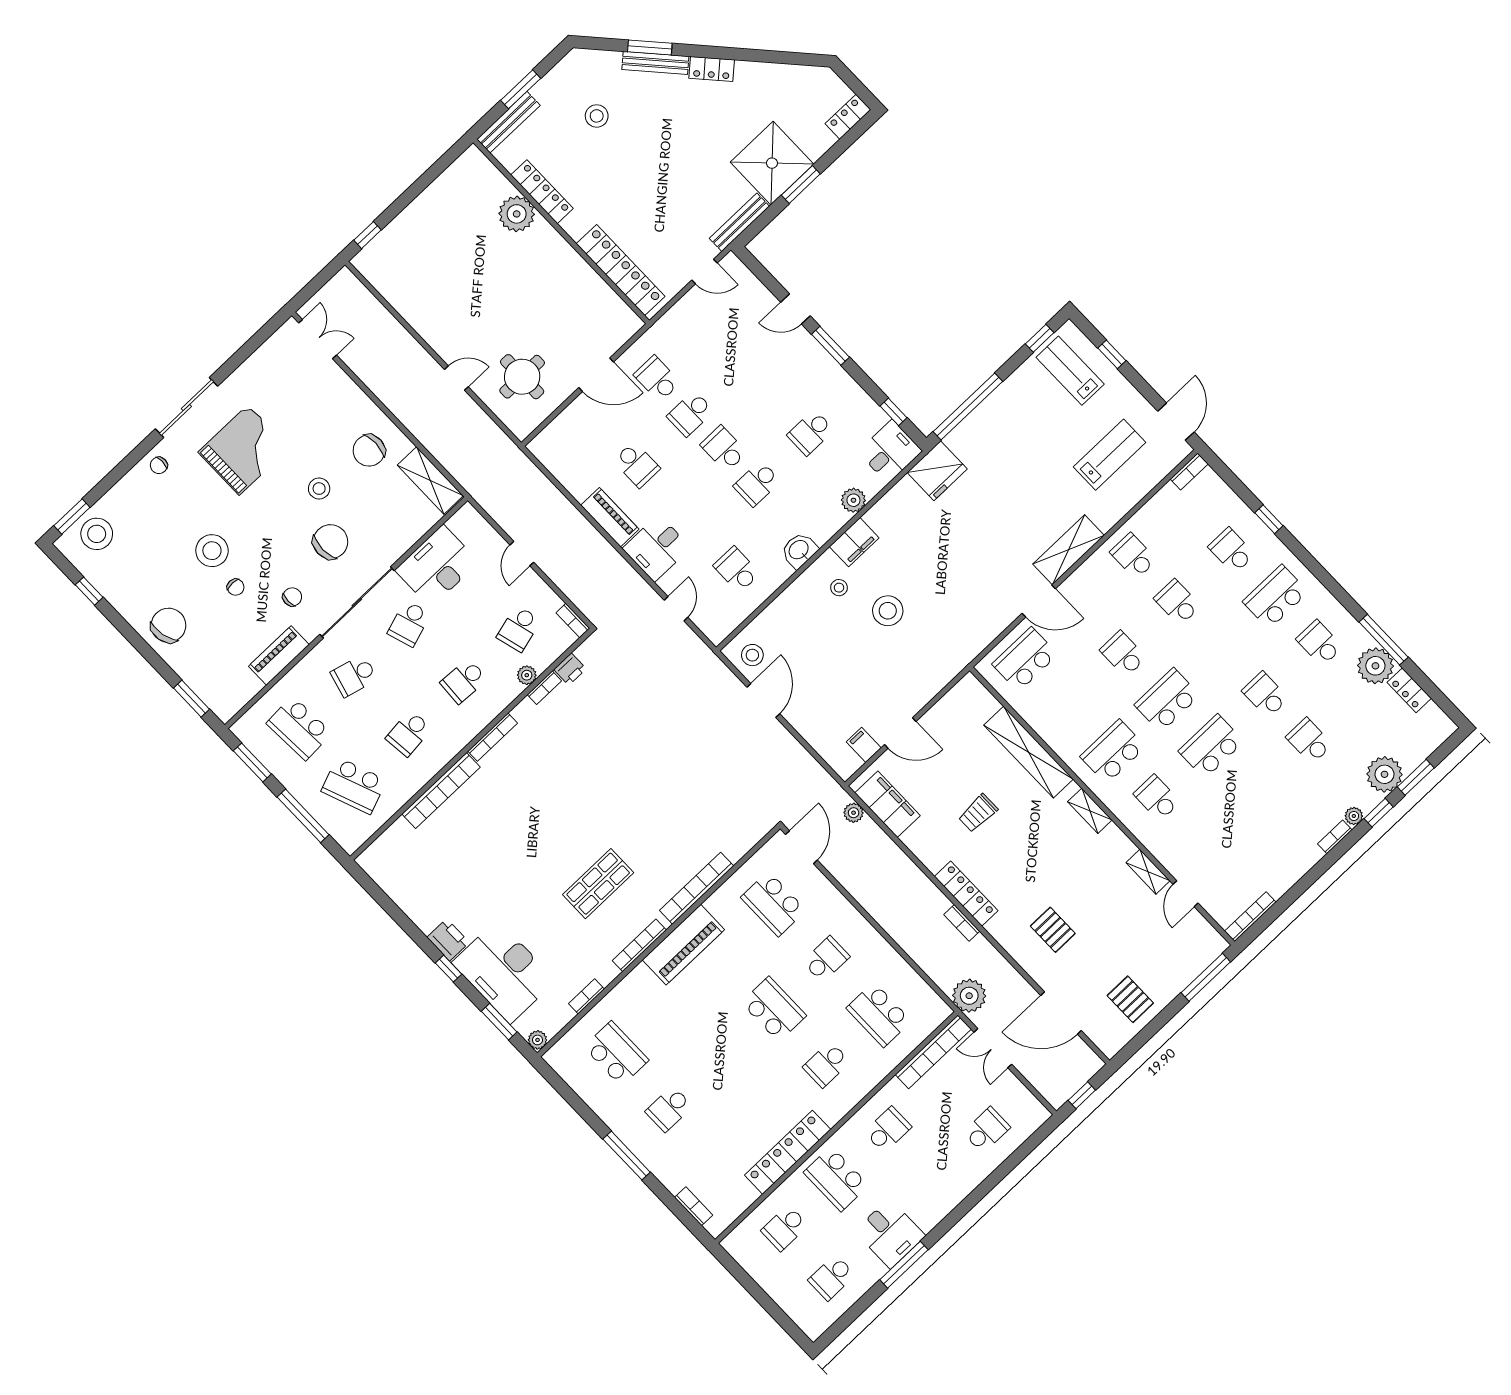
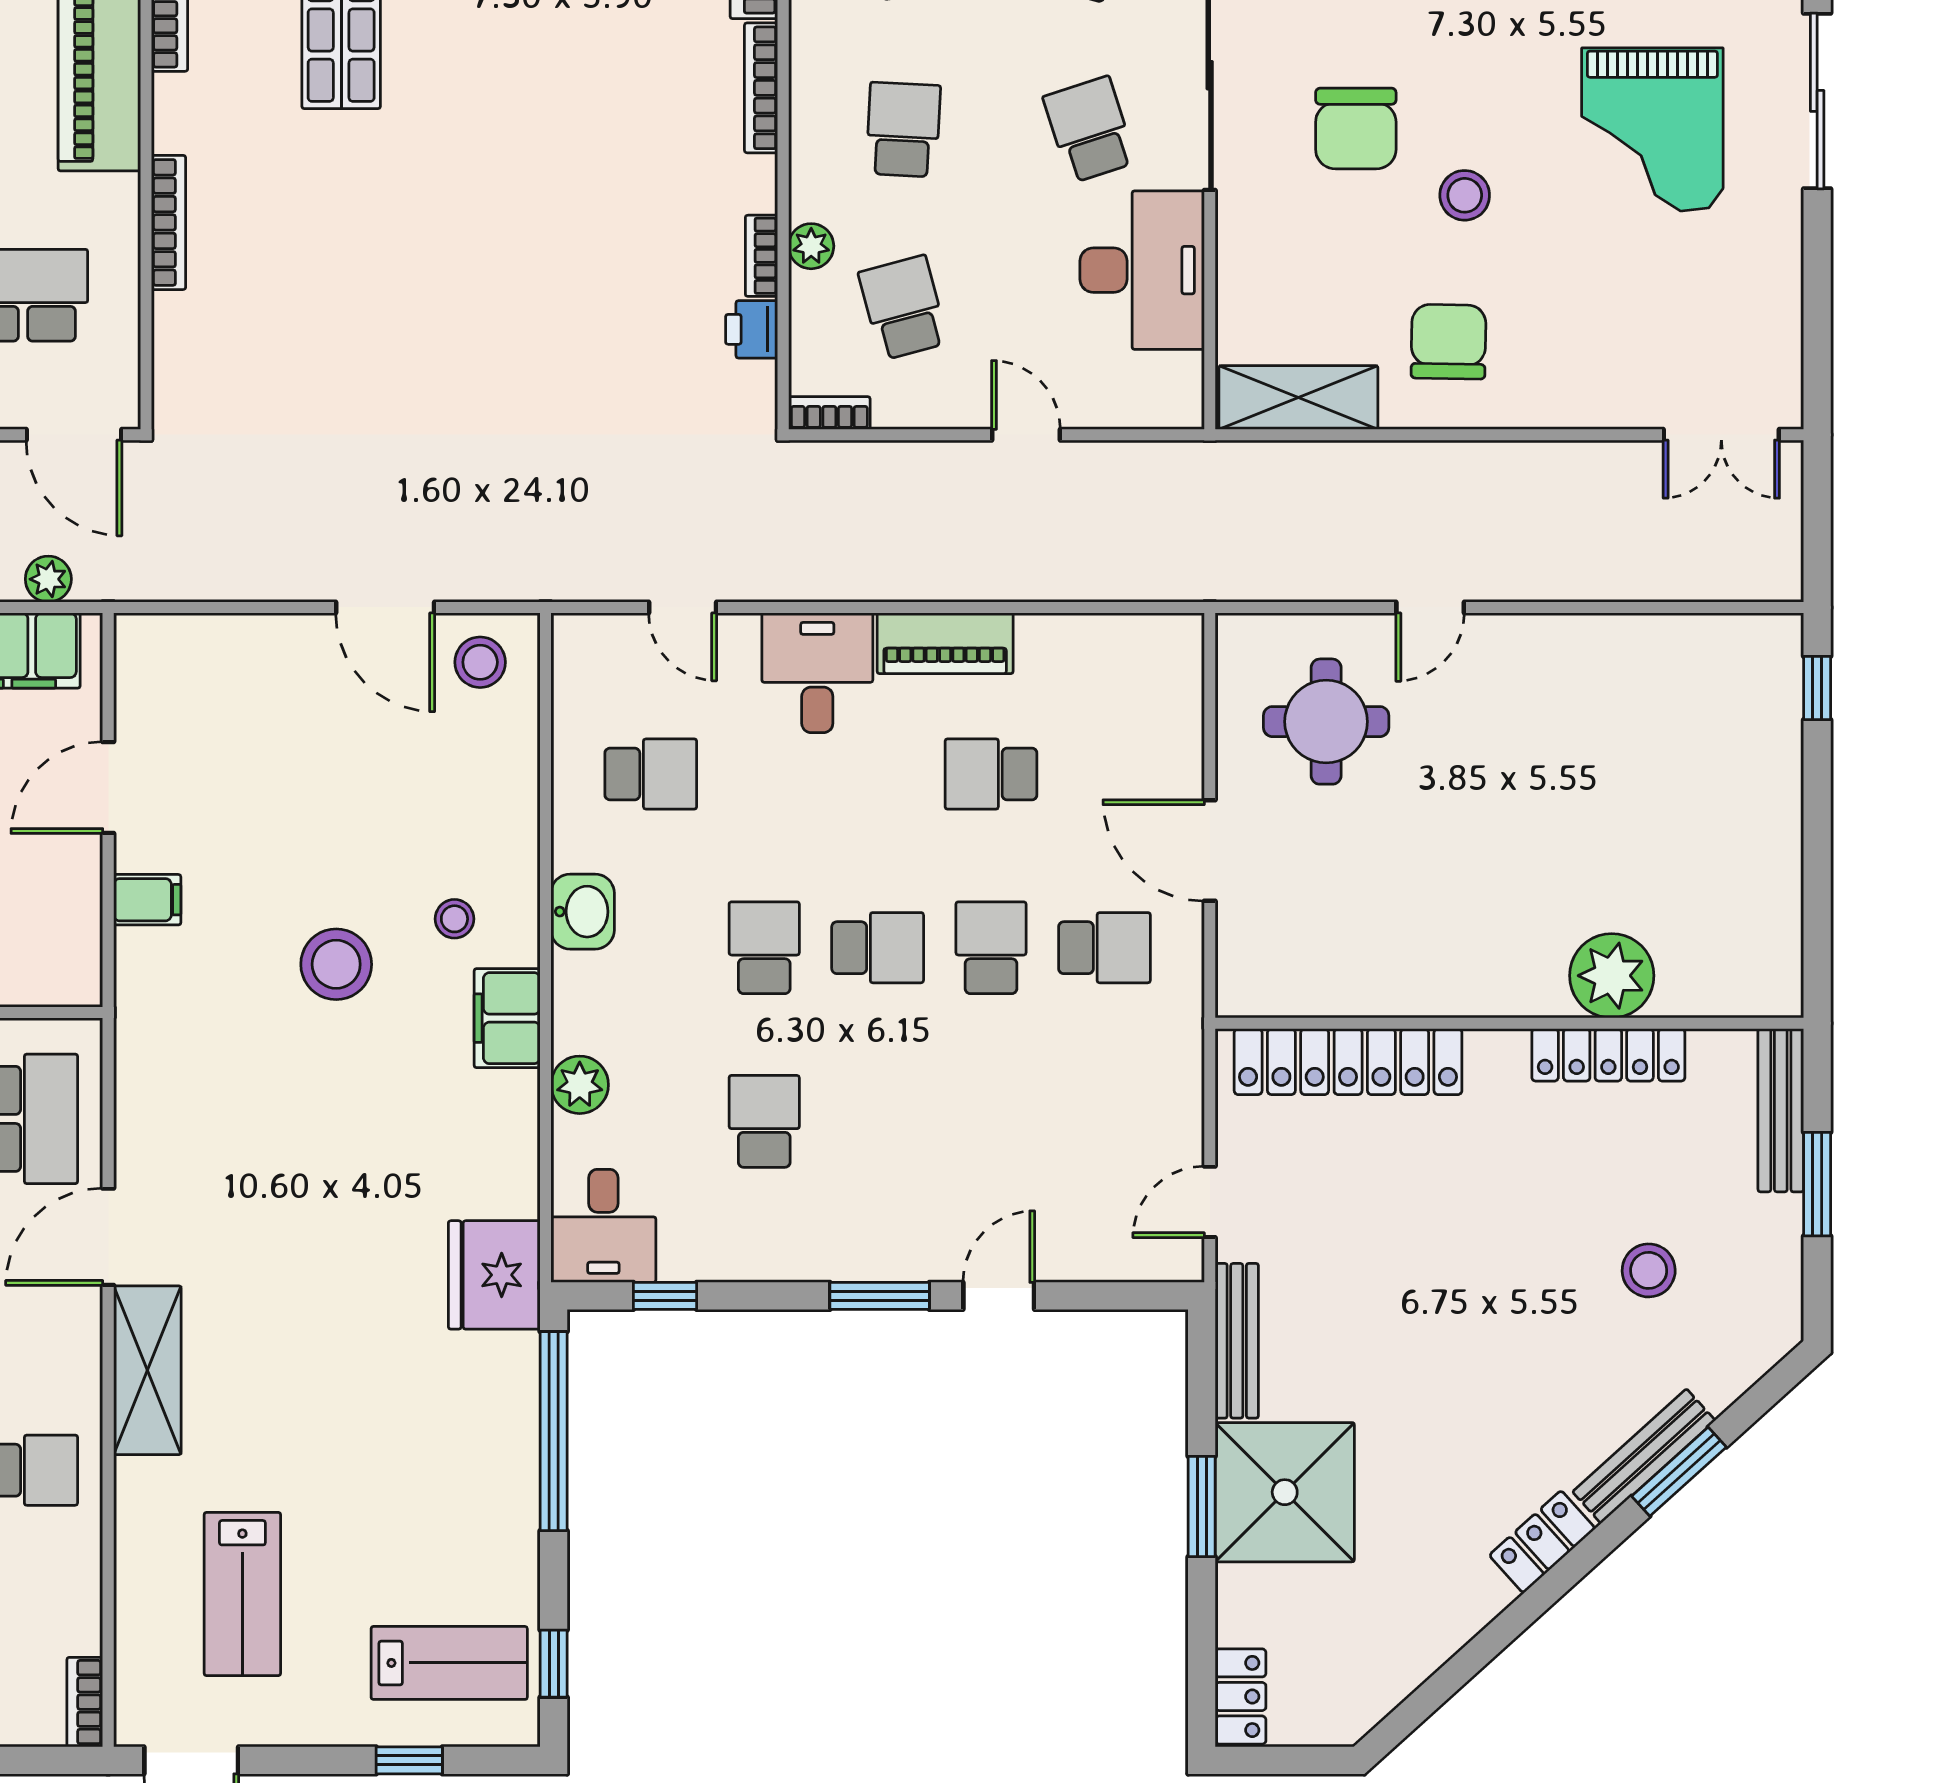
door: (596, 375) -> (1210, 850), hinge flipped
filing cabinet: (864, 745) -> (147, 900), moved
bookcase: (697, 888) -> (169, 222), width x0.68, depth x0.76

